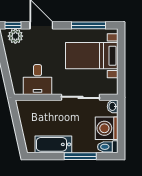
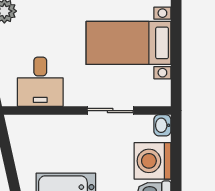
sliding door: (81, 97) -> (110, 111), width x0.73

